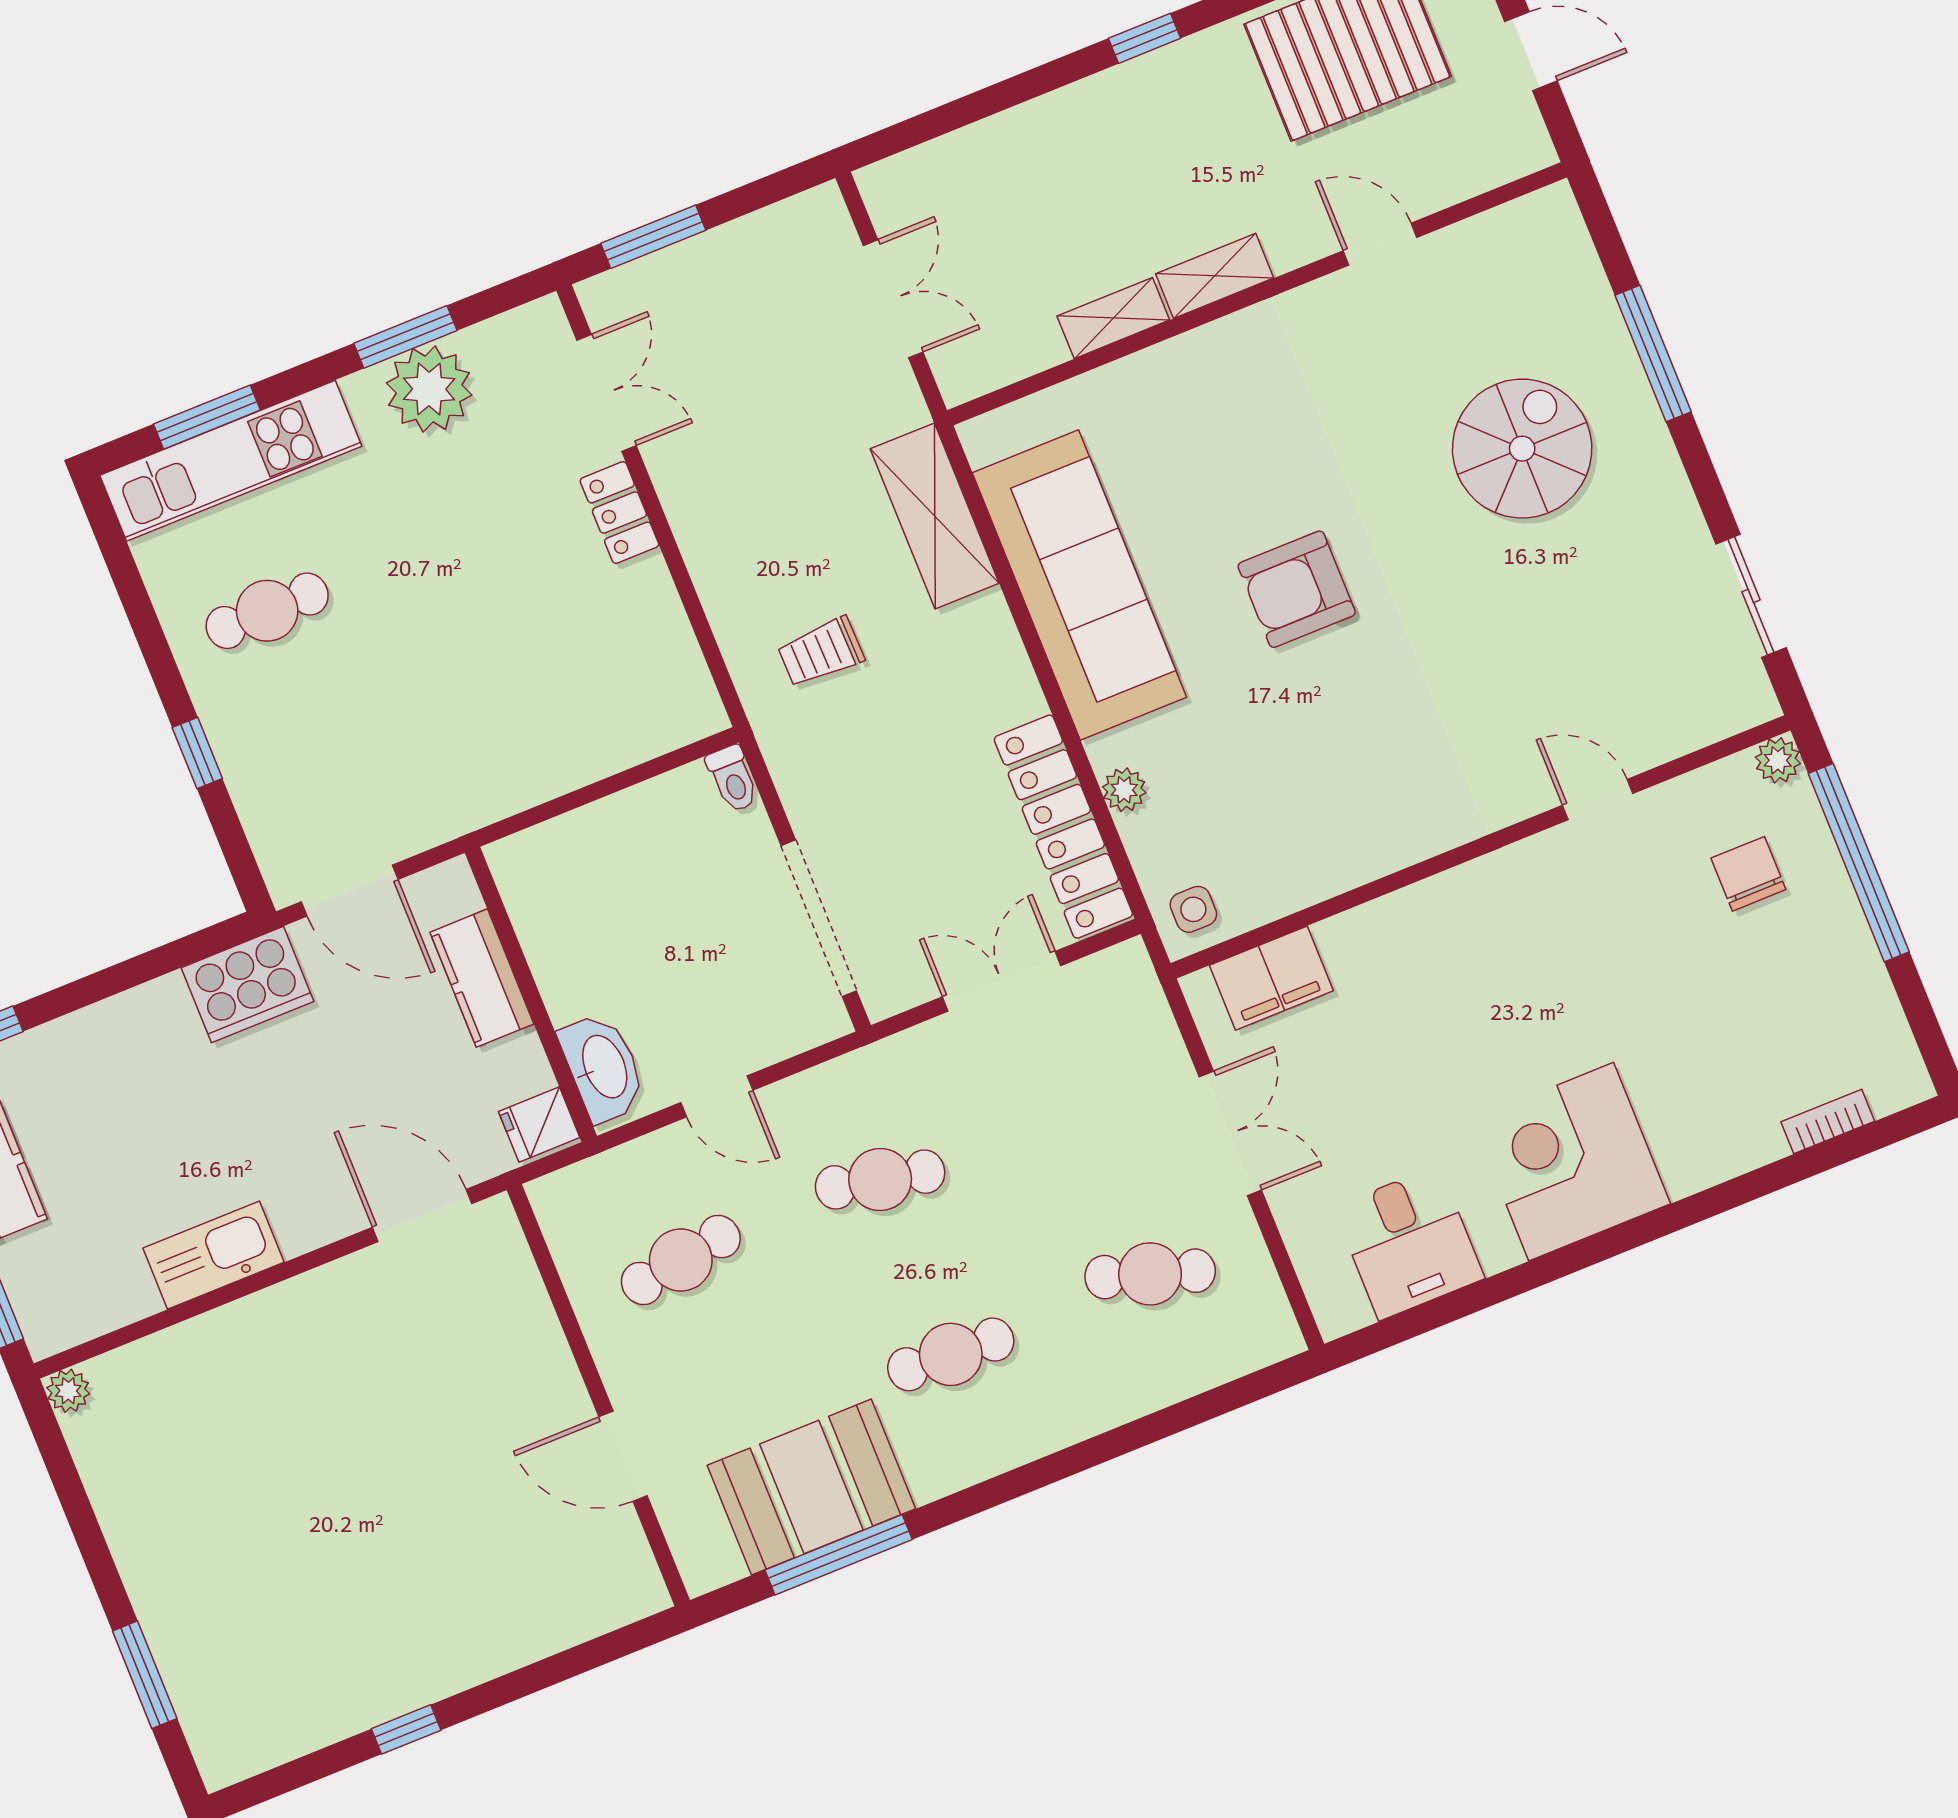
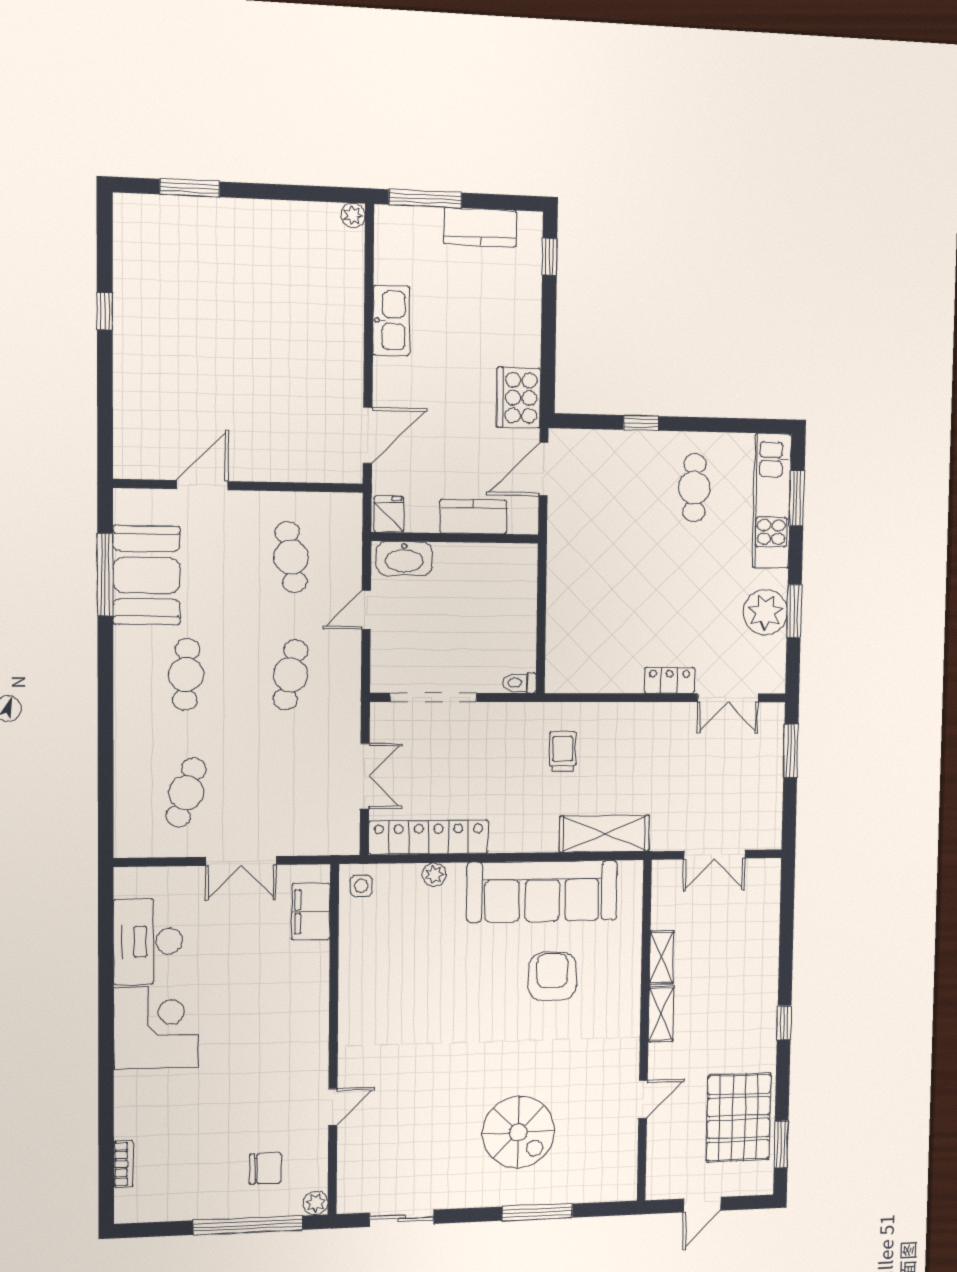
armchair: (1297, 589) -> (552, 976), moved
desk: (1409, 1243) -> (148, 942), width x1.37

